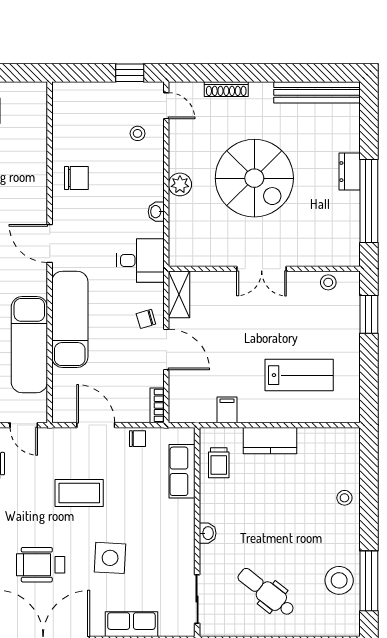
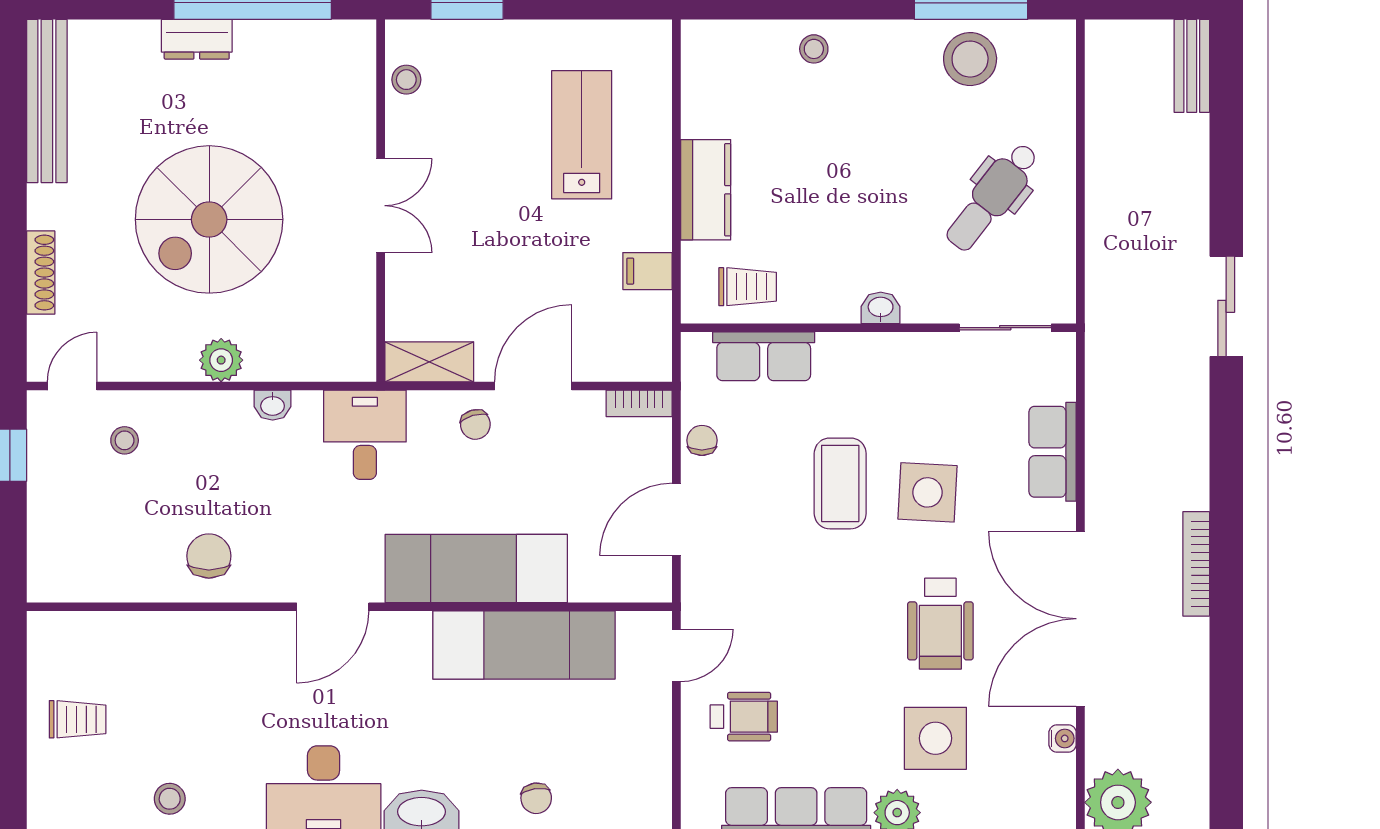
spiral stairs: (254, 178) -> (209, 219), turned 180
coffee table: (79, 493) -> (840, 483), moved

